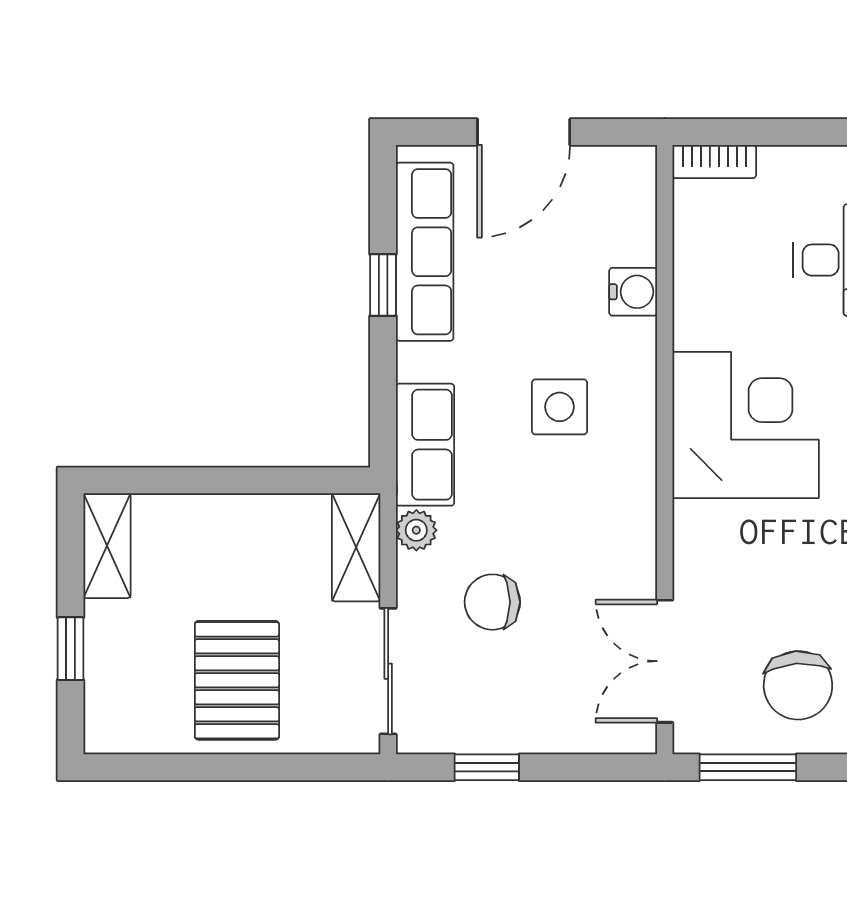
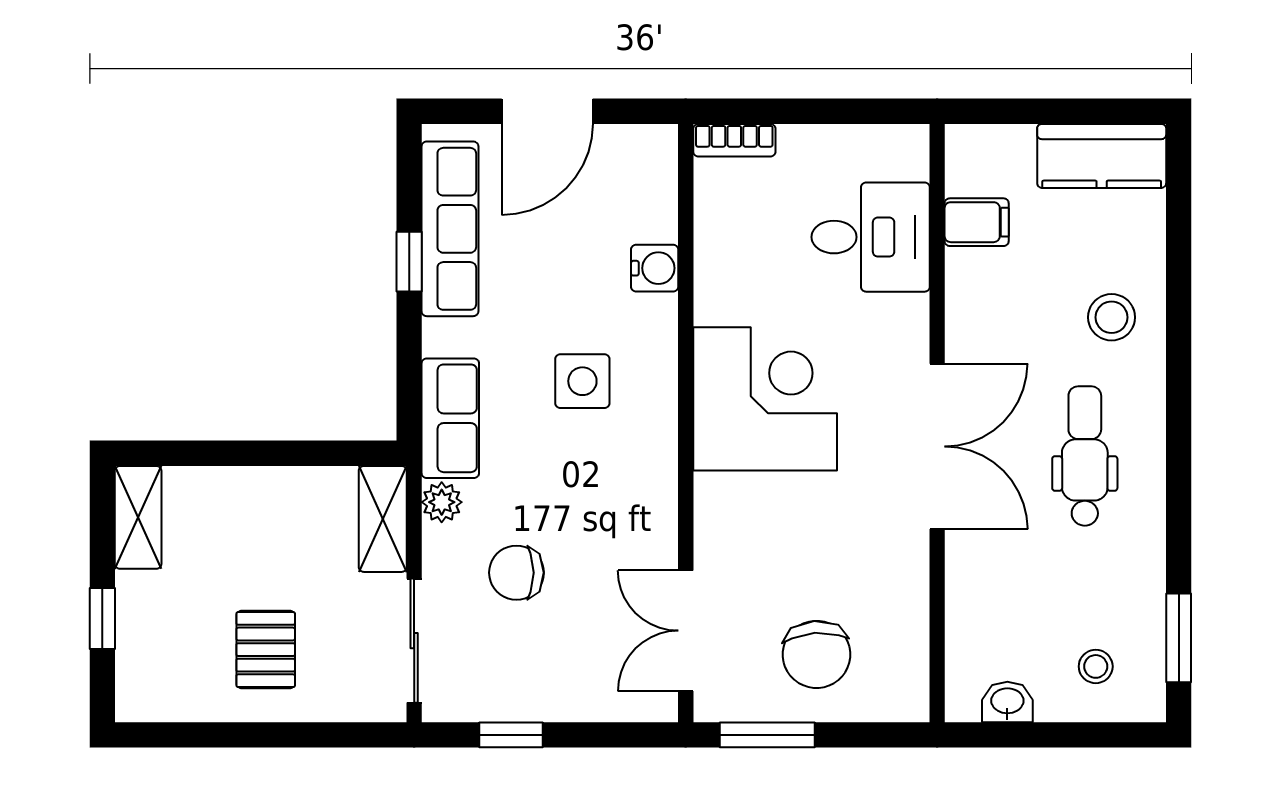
pallet: (237, 680) -> (266, 650), width x0.67, depth x0.71

